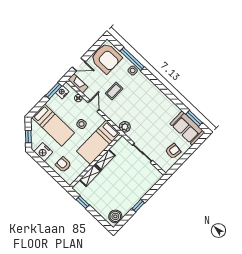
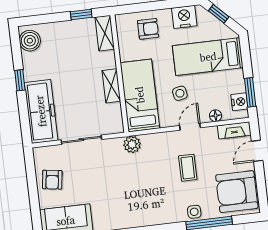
door: (94, 106) -> (190, 127), swing flipped
shelving: (90, 175) -> (105, 33), moved
freezer: (145, 183) -> (41, 111), added

